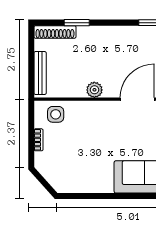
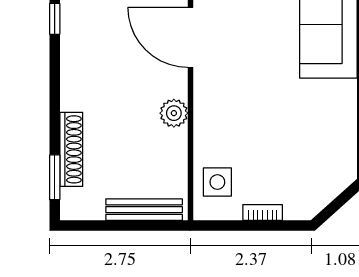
window: (77, 23) -> (55, 177), moved
shoe rack: (55, 32) -> (71, 149), moved

